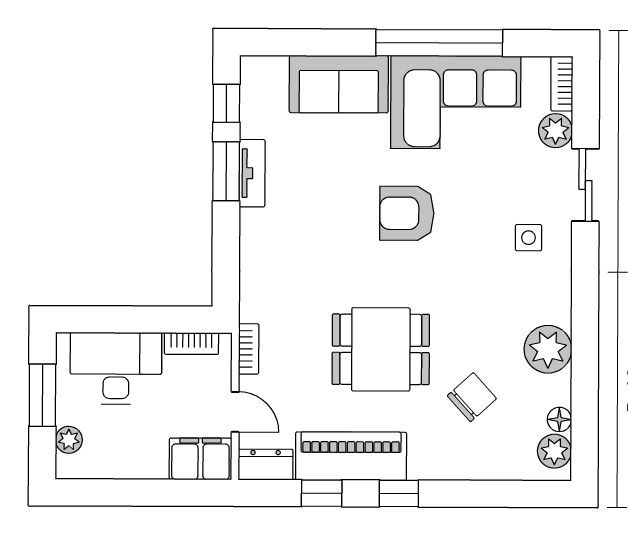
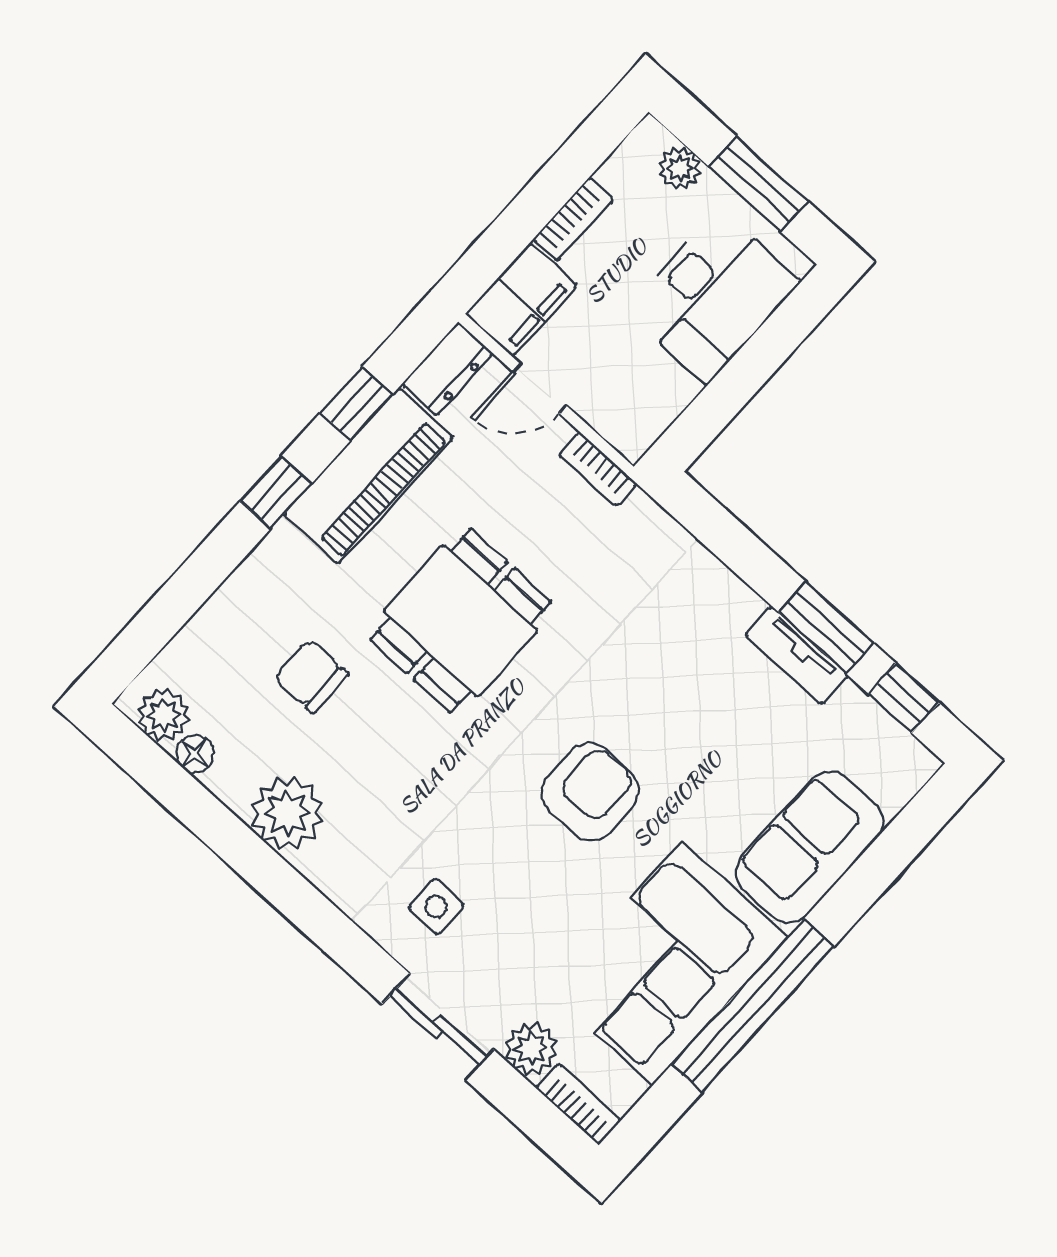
bookcase: (191, 344) -> (573, 220), moved, turned 180
chair: (472, 397) -> (311, 676), turned 132

